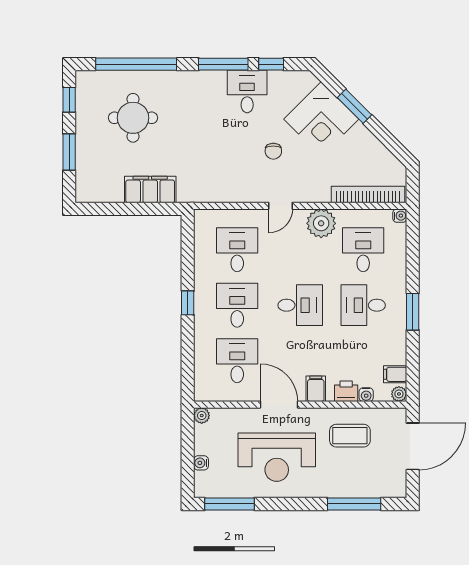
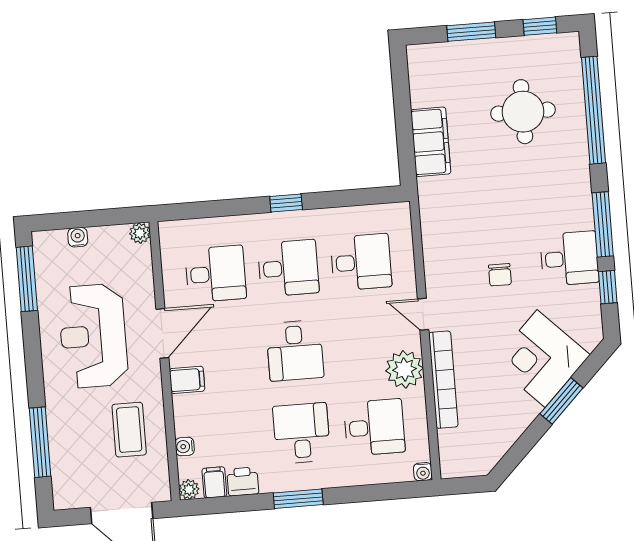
chair: (273, 151) -> (500, 275), moved, turned -90
bookcase: (368, 194) -> (443, 380), moved
printer: (346, 391) -> (243, 482), moved, turned -90

